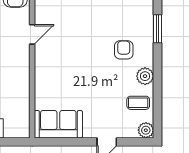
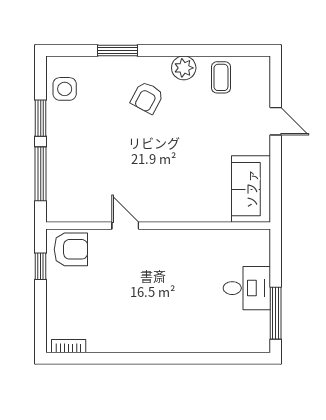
armchair: (124, 50) -> (147, 98), turned -62
plant: (146, 130) -> (259, 67), removed

